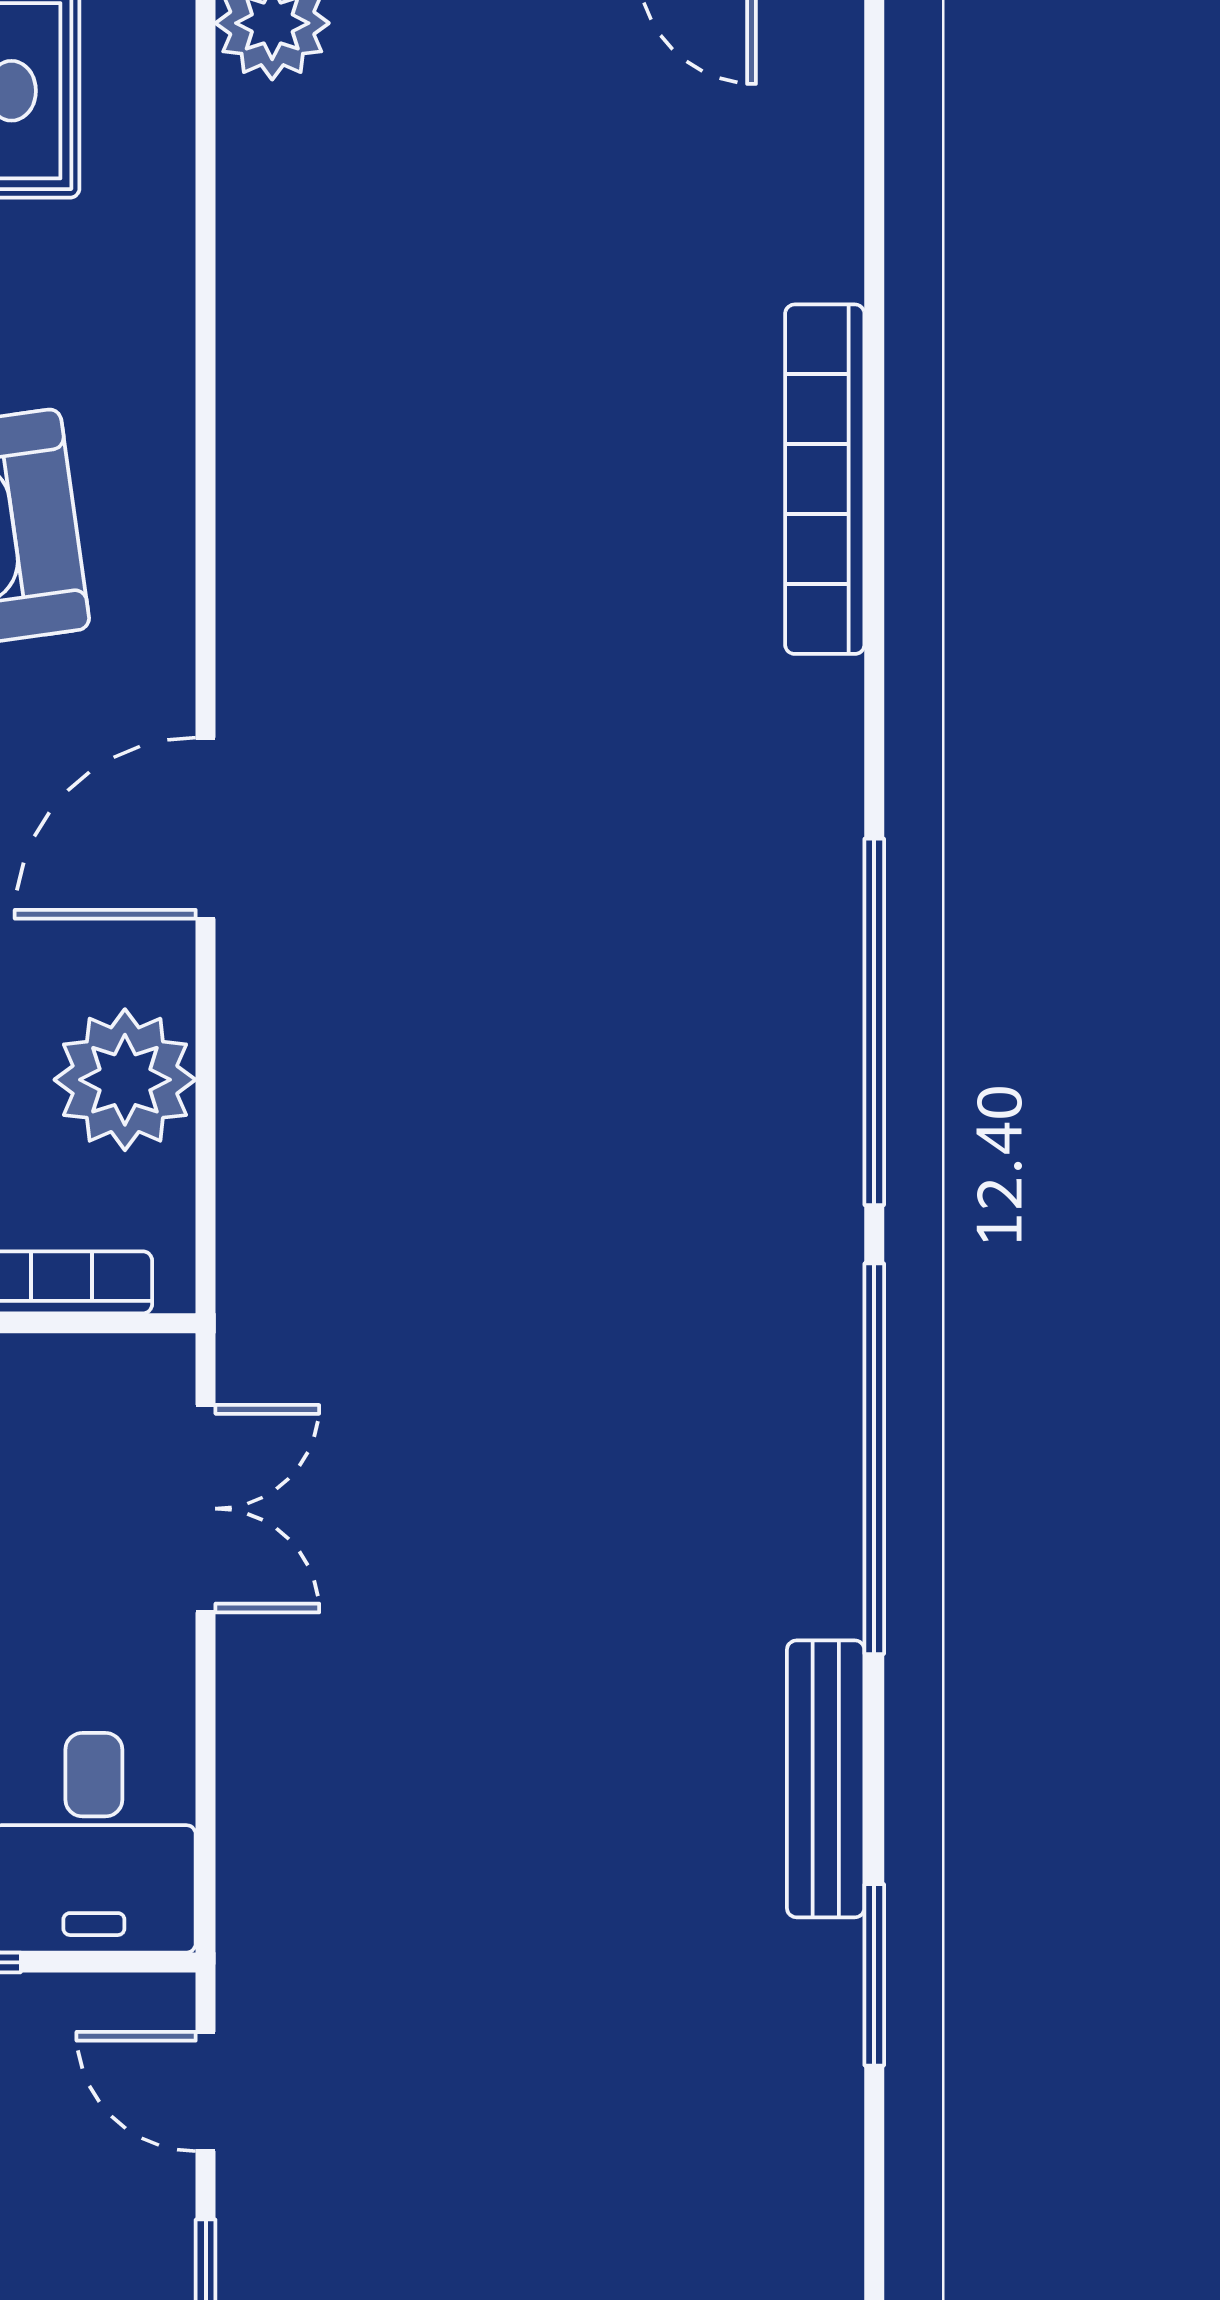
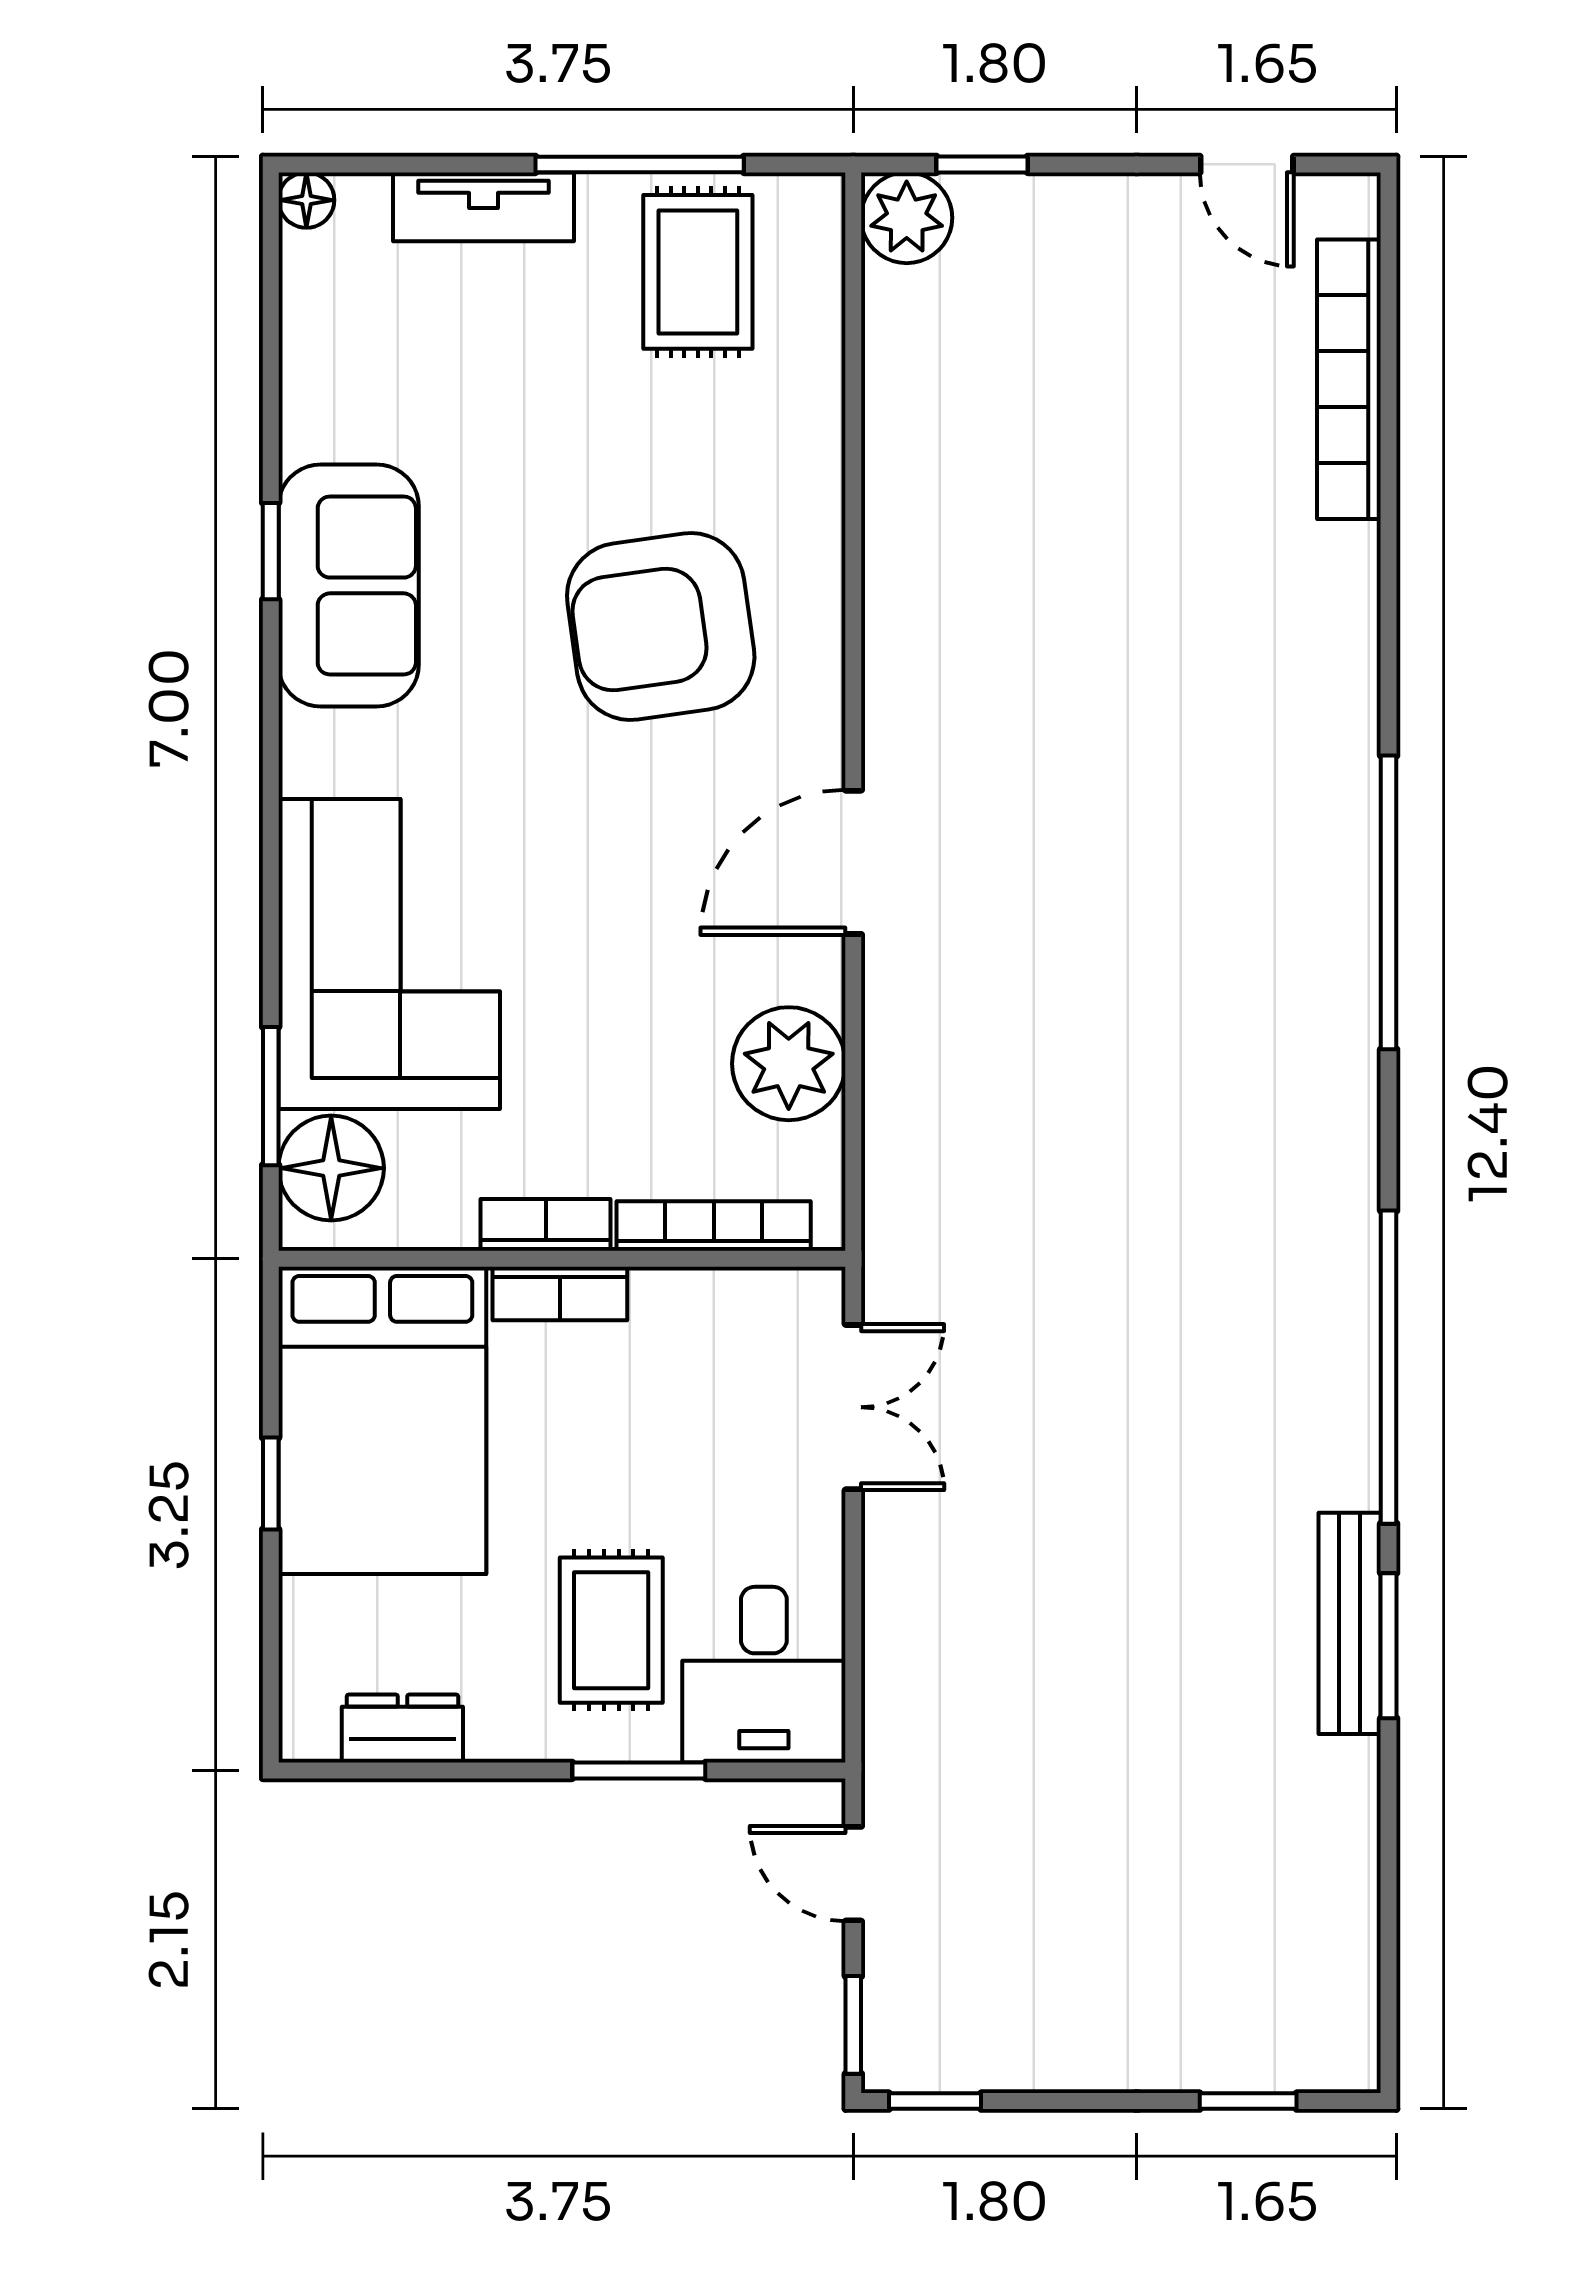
bookcase: (825, 479) -> (1349, 379), moved
window: (874, 1022) -> (1389, 902), moved
window: (874, 1975) -> (1389, 1646), moved

